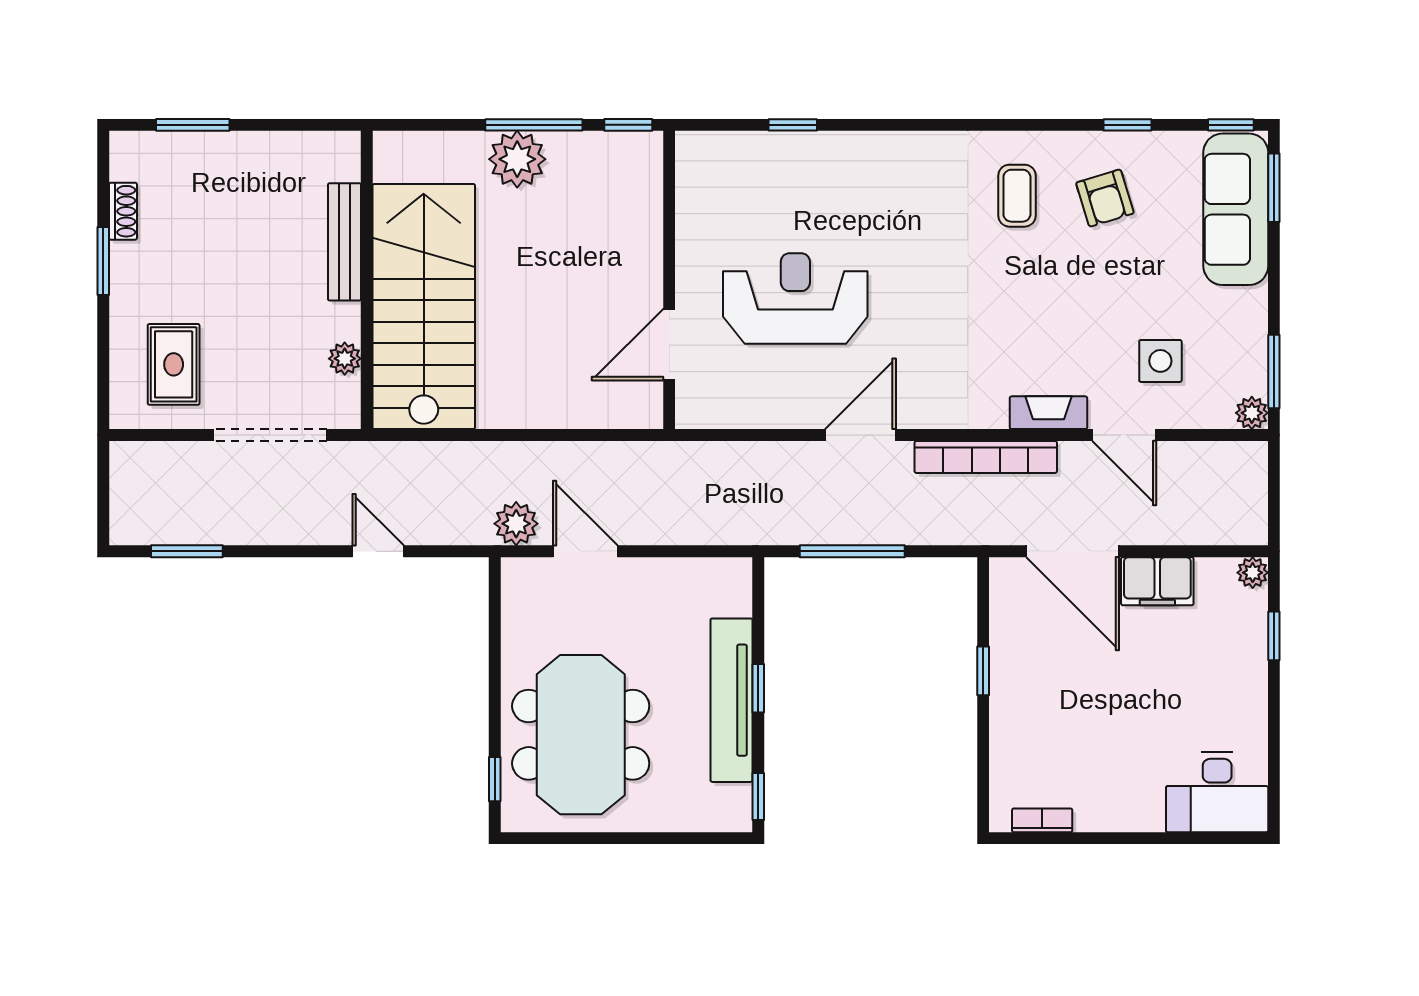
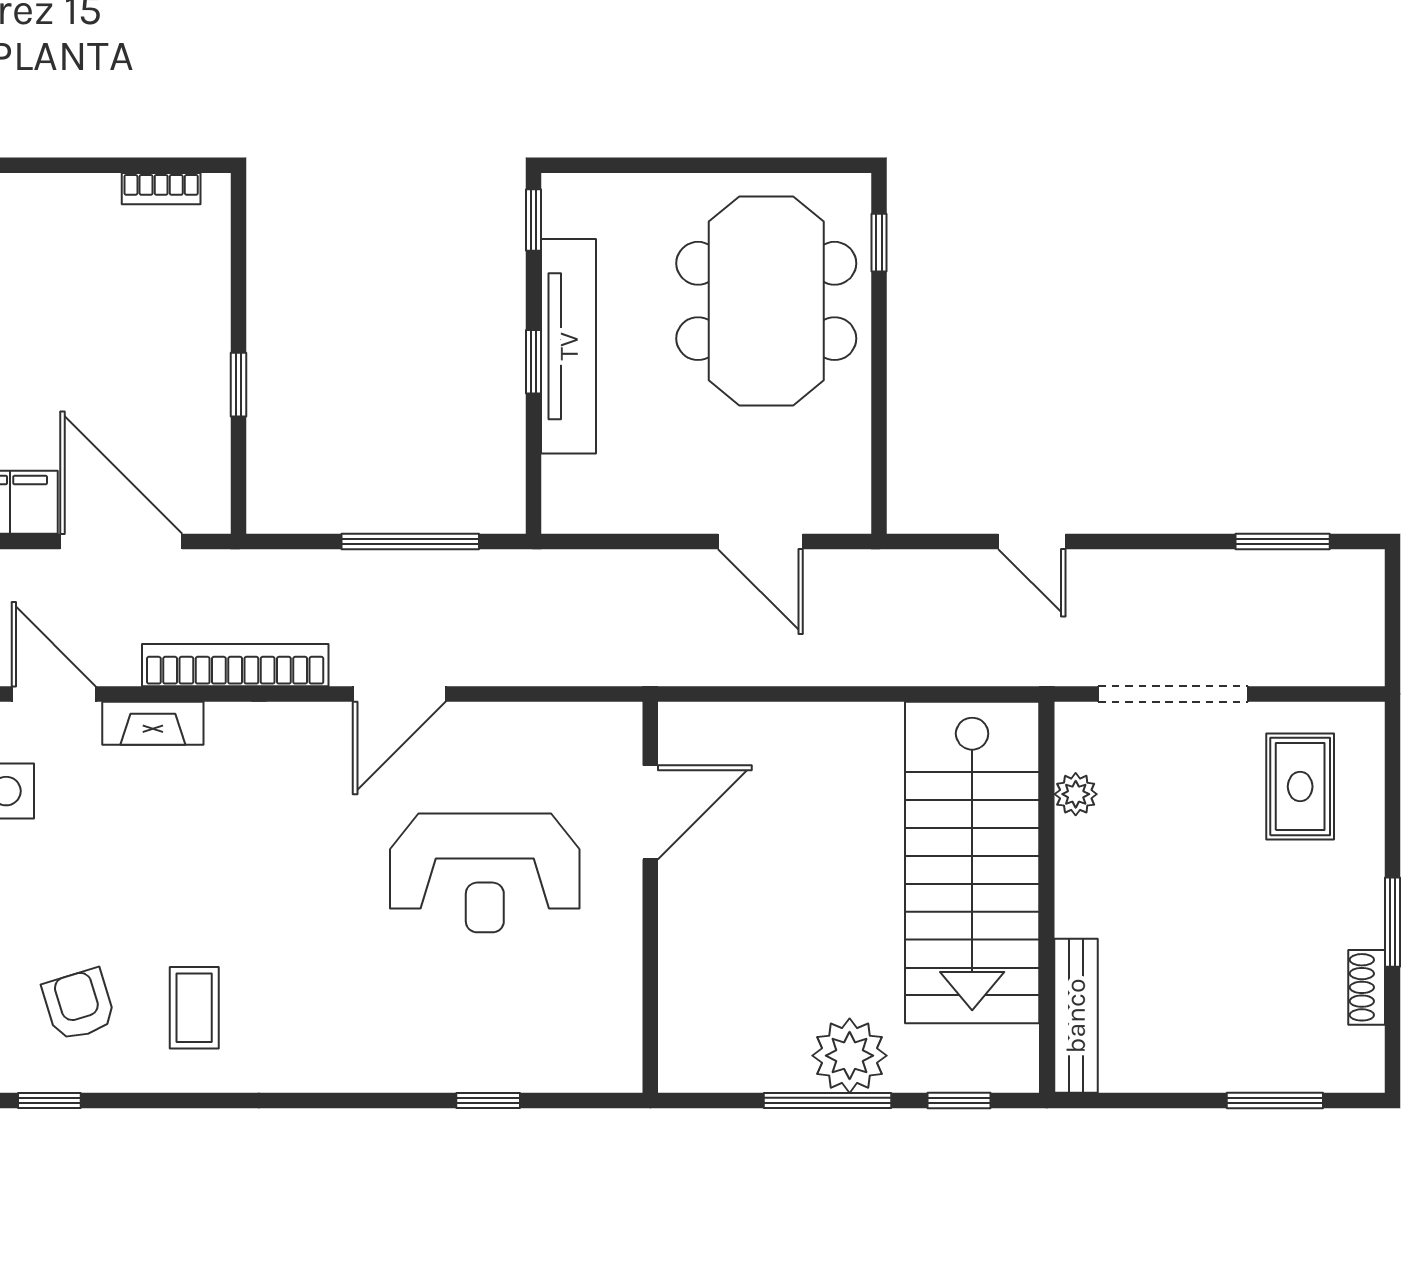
window: (628, 125) -> (959, 1101), moved
bench: (345, 242) -> (1076, 1016), moved
plant: (516, 524) -> (851, 578), removed

